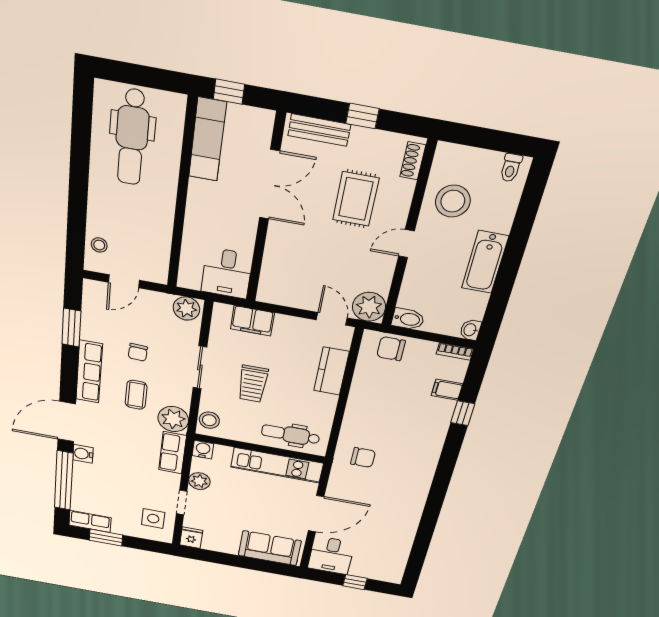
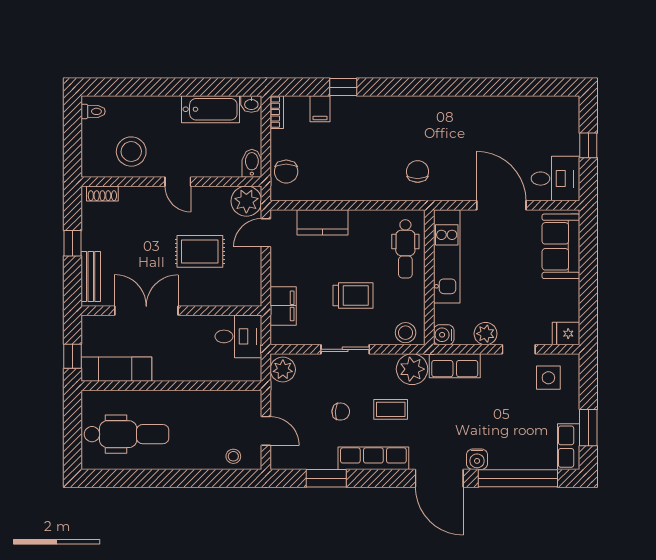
rug: (356, 199) -> (200, 251), moved
bathtub: (485, 262) -> (210, 109), moved

